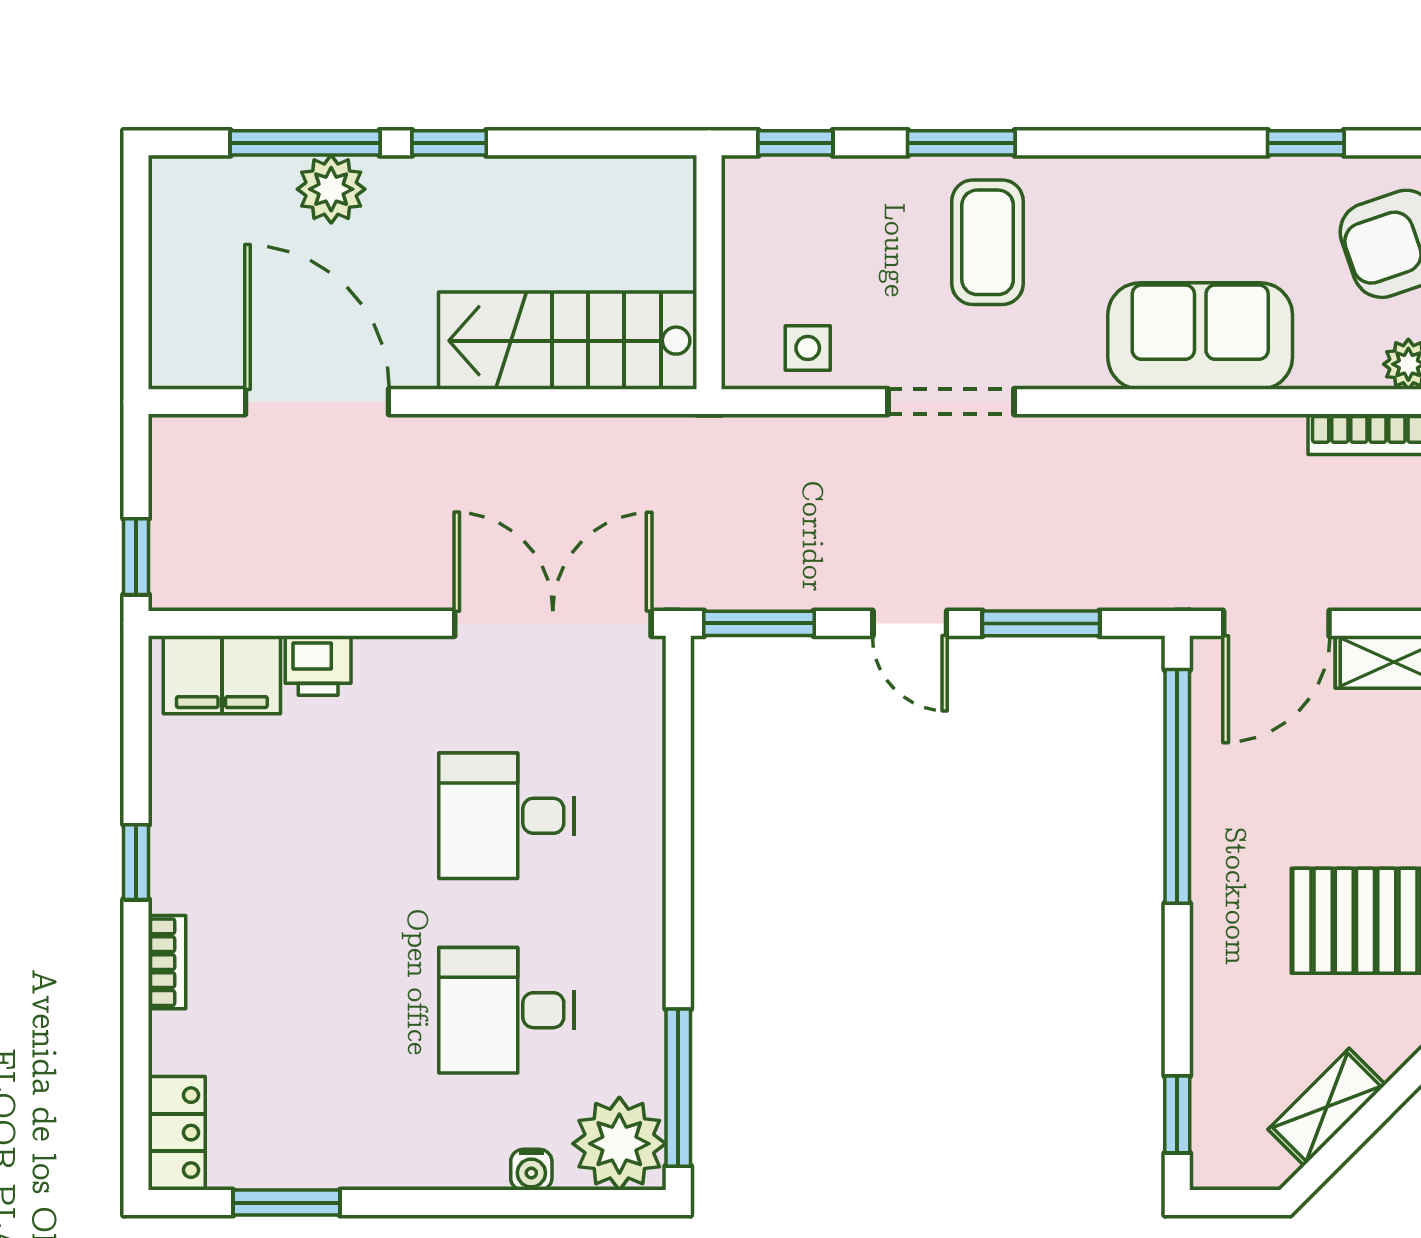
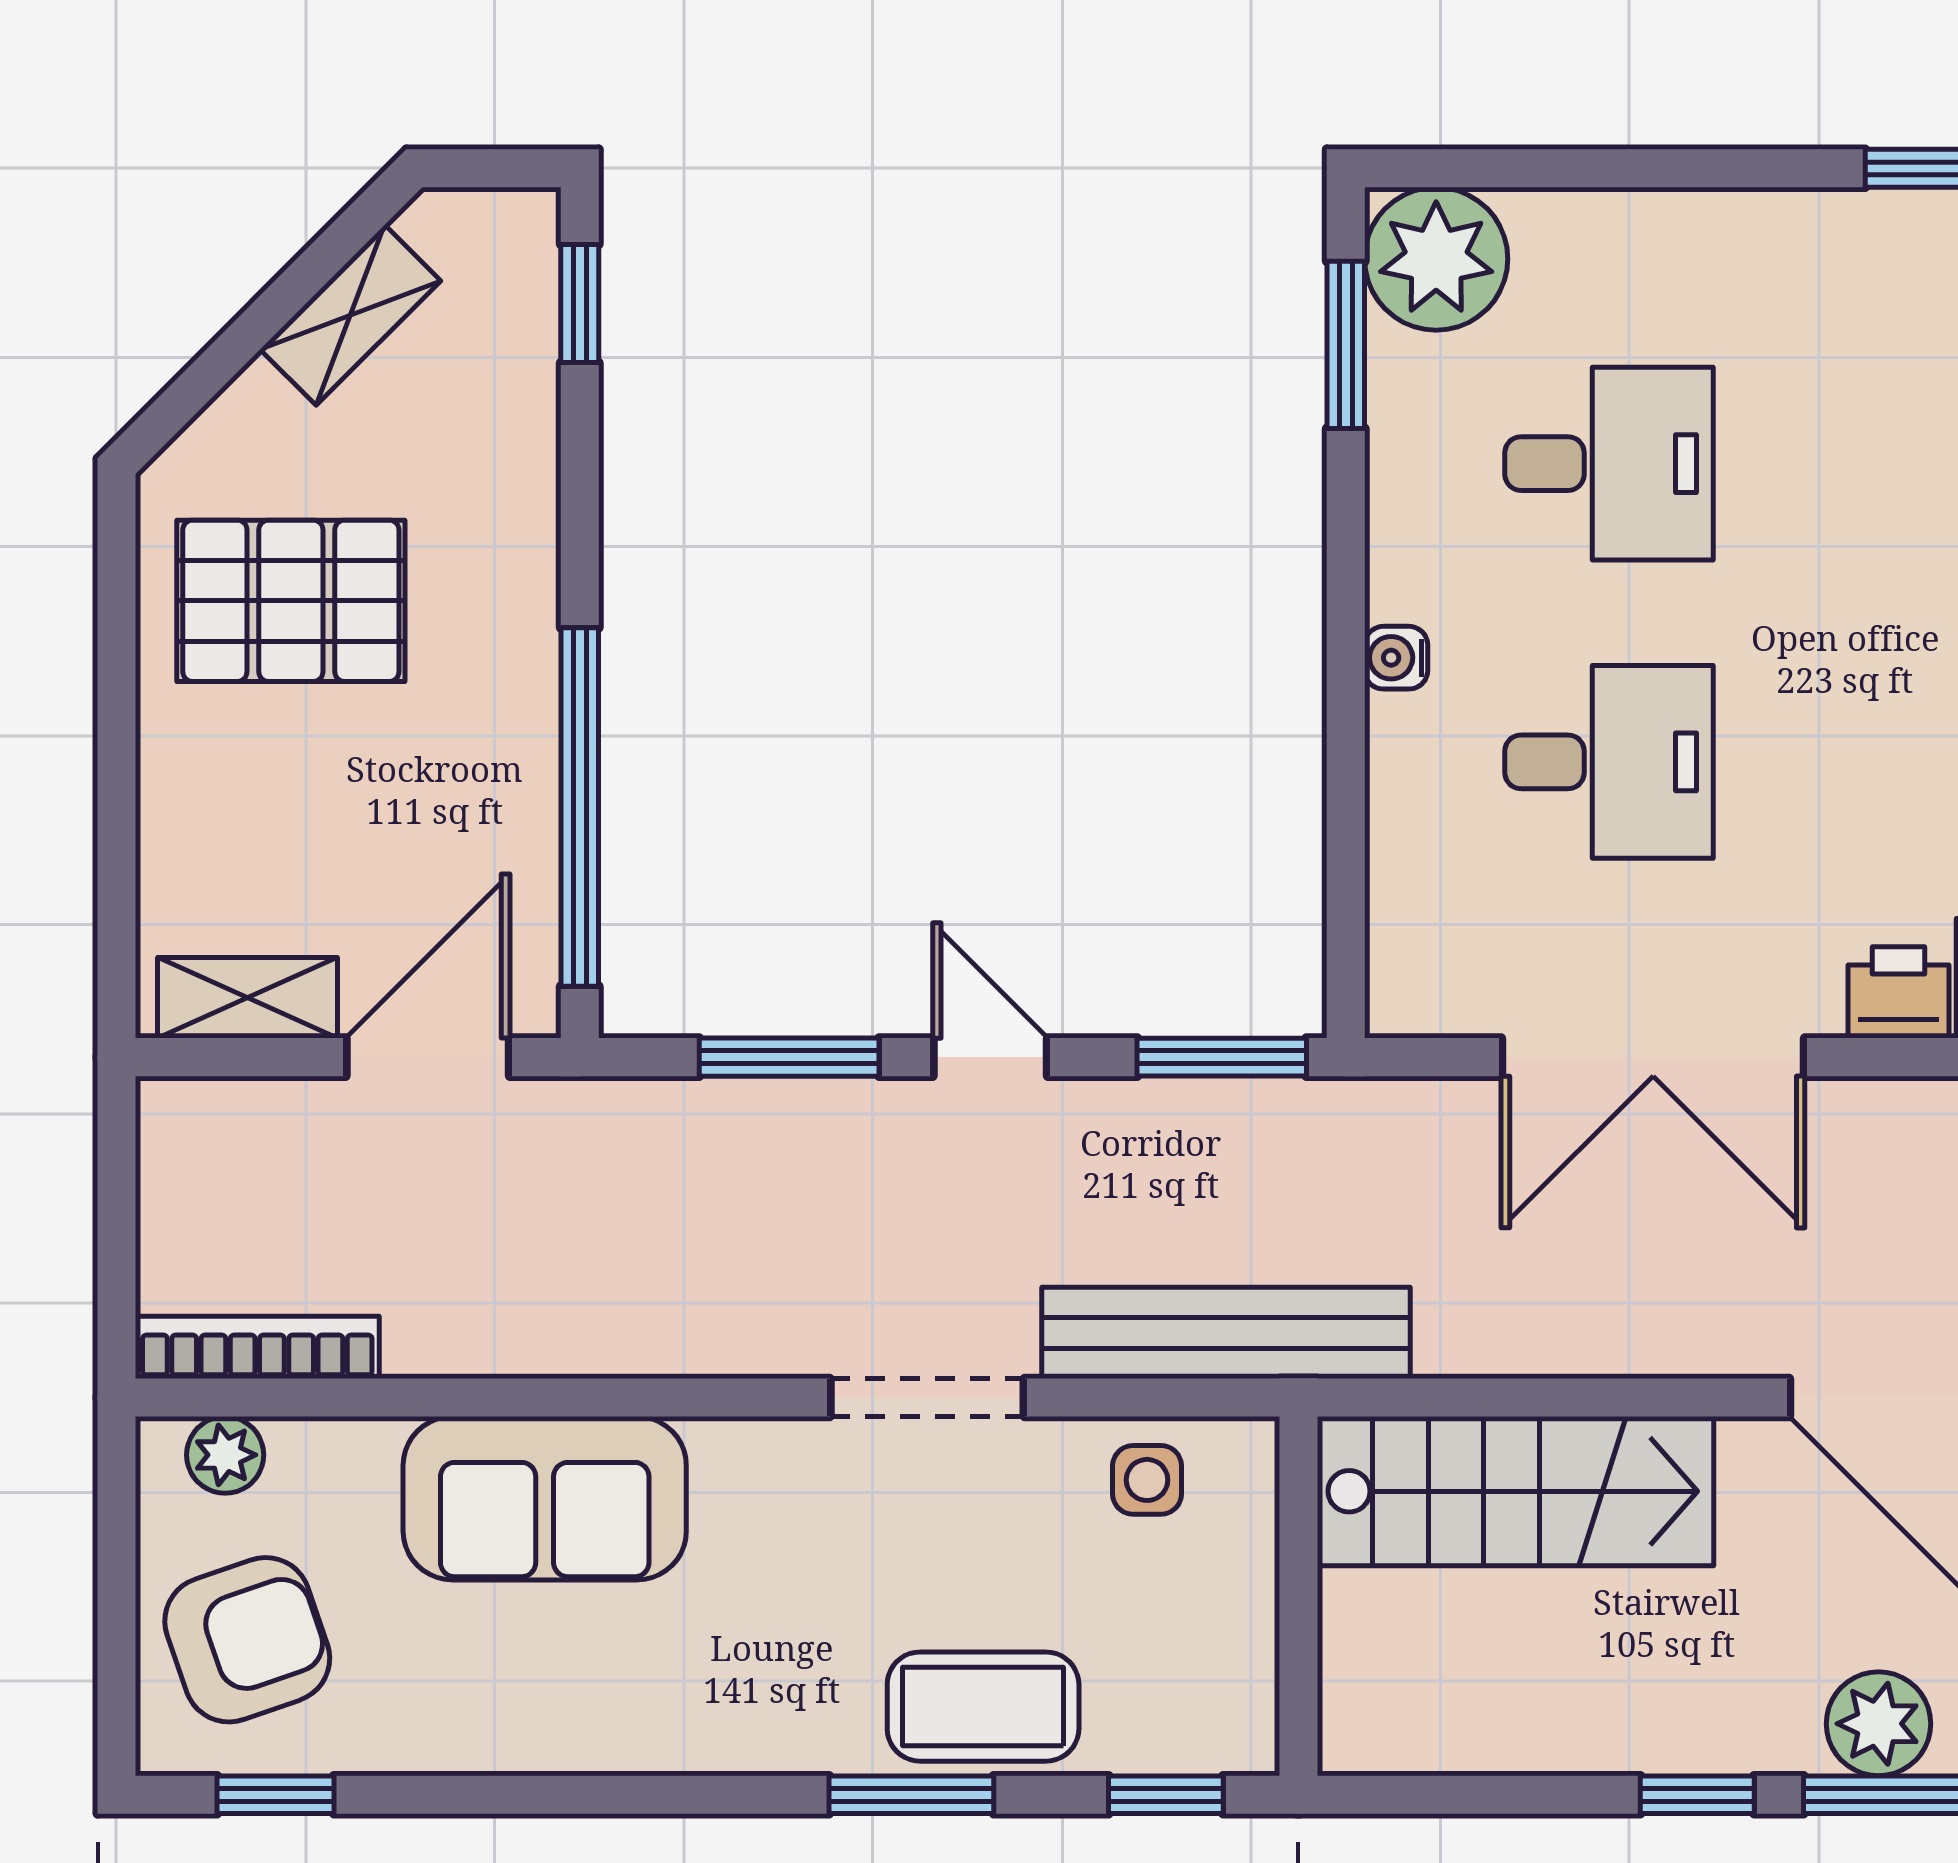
window: (1306, 143) -> (275, 1795), moved
coffee table: (988, 242) -> (983, 1707), moved, turned 90
bench: (756, 444) -> (1226, 1333), added
double door: (553, 623) -> (1653, 1057), moved
window: (678, 1088) -> (1346, 345), width x0.69
water cooler: (531, 1170) -> (1396, 658), moved, turned -90

